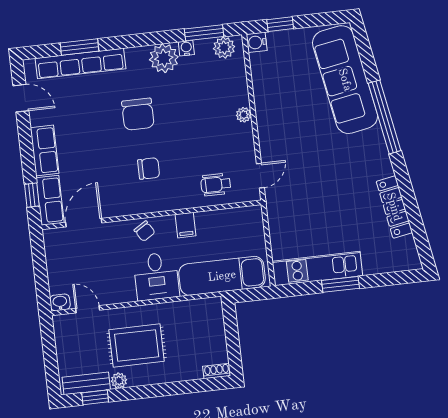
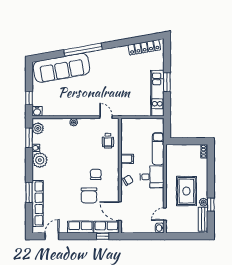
window: (80, 47) -> (29, 192), moved
chair: (138, 114) -> (89, 195), moved, turned 90
locker: (394, 207) -> (144, 47), moved
exam couch: (222, 276) -> (158, 149), width x0.73, depth x0.69
window: (95, 397) -> (211, 205), moved

